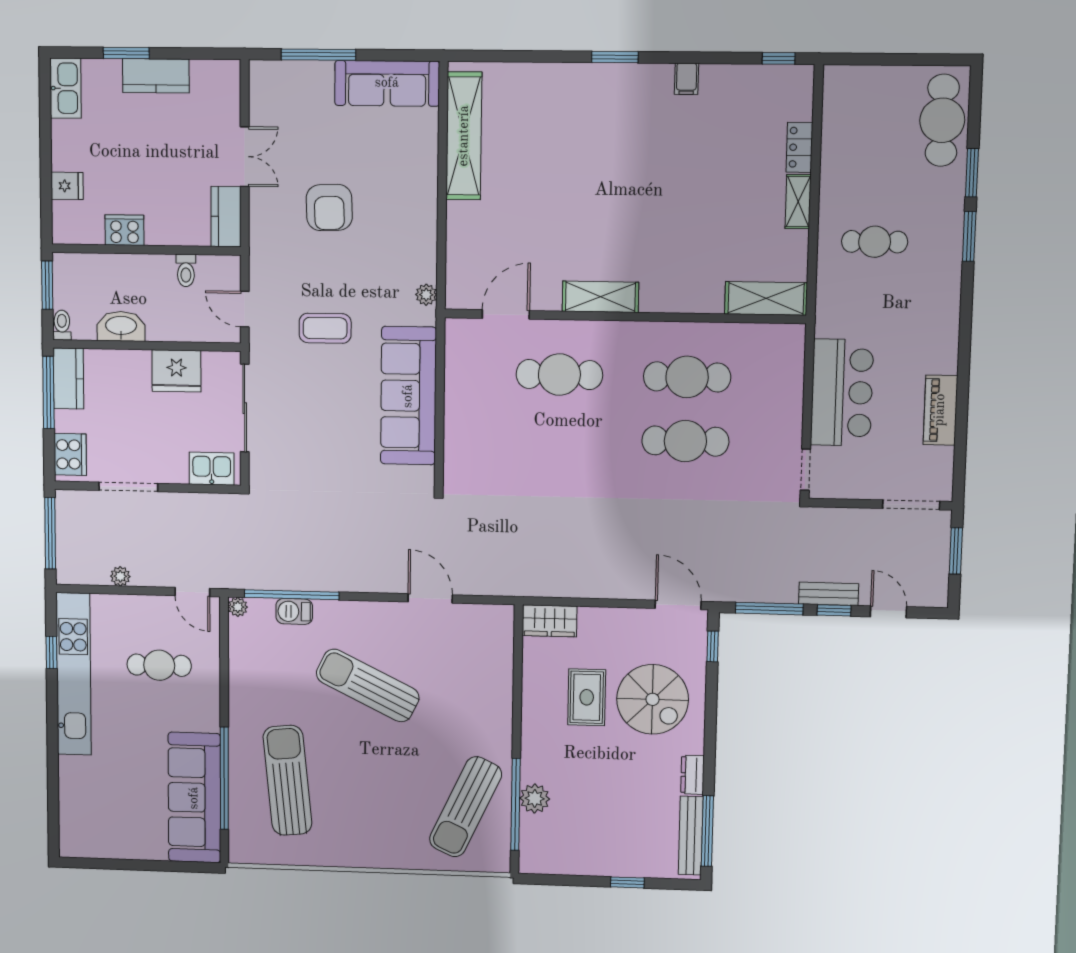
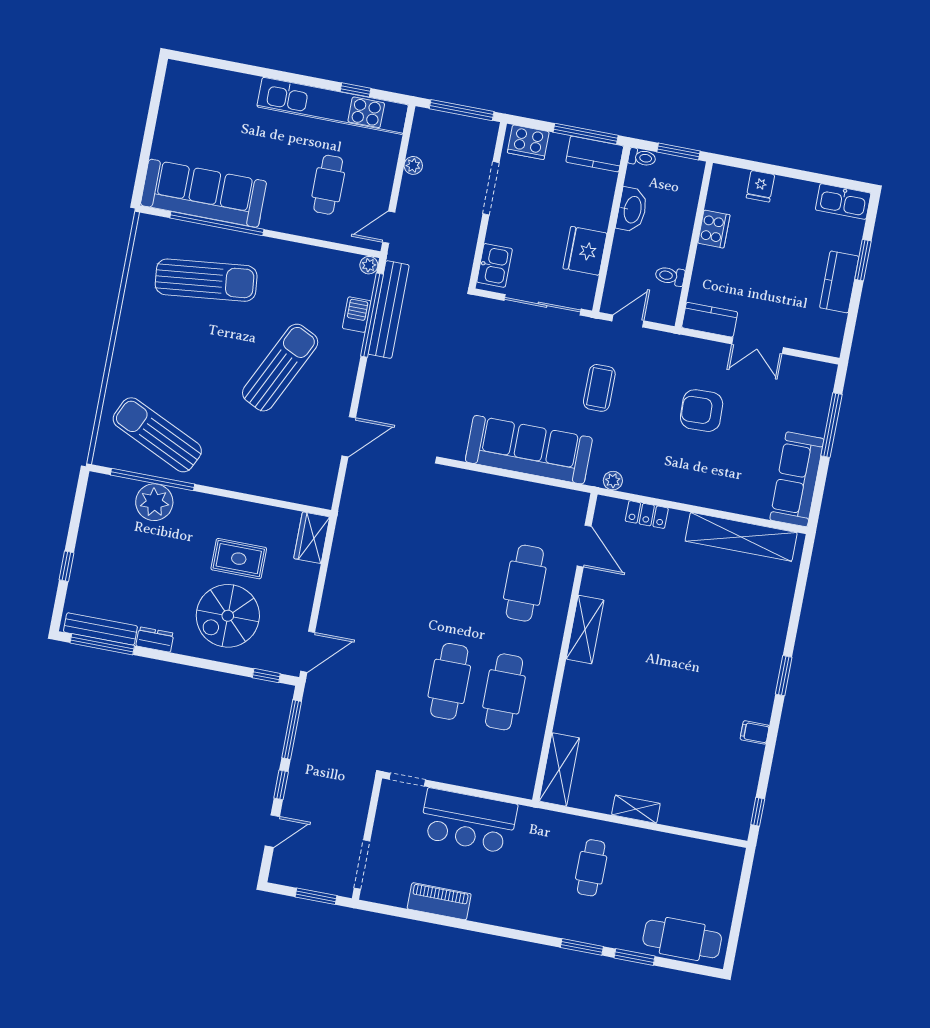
locker: (799, 147) -> (647, 515), moved, turned 180
bench: (829, 594) -> (389, 310), moved, width x1.86, depth x1.21
plant: (535, 799) -> (154, 502), width x1.36, depth x1.36

